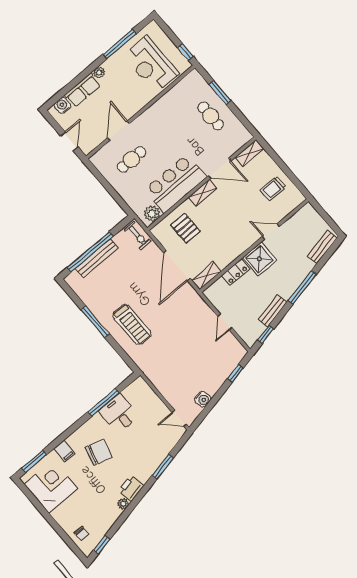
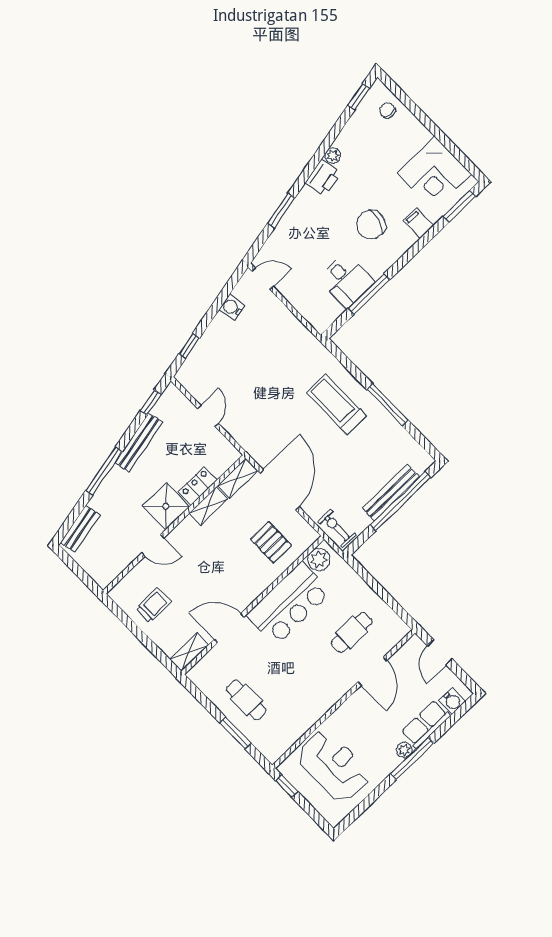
window: (120, 44) -> (412, 758), moved
shelving: (203, 193) -> (208, 506), moved
bench: (272, 311) -> (139, 442), width x1.36

